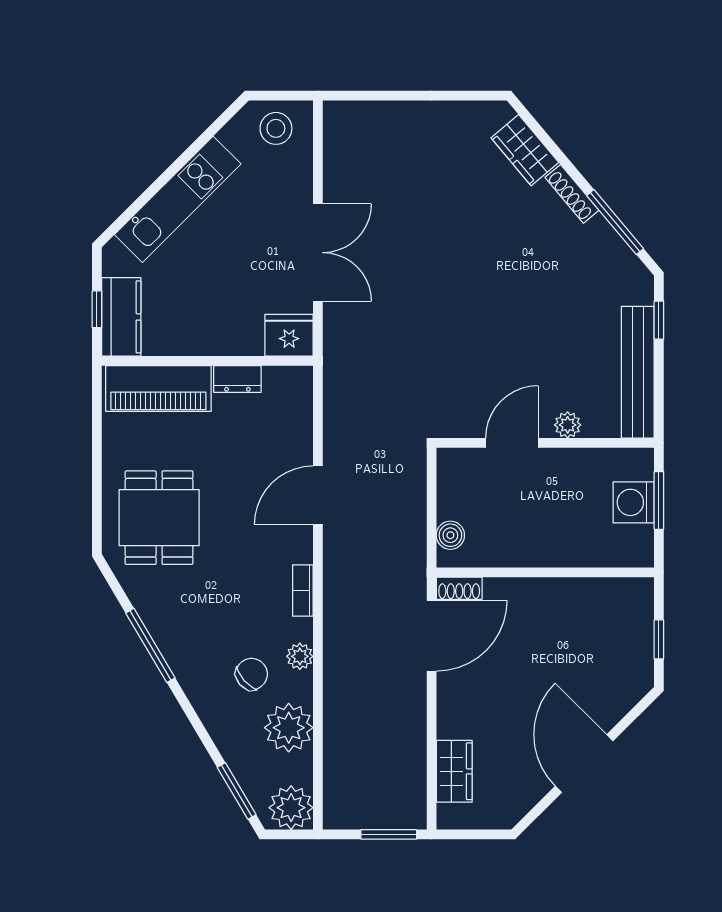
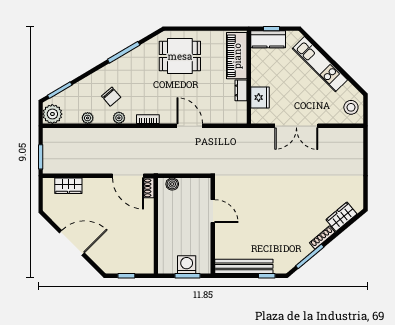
fridge: (289, 335) -> (260, 97), moved
plant: (568, 425) -> (221, 236), removed
plant: (289, 728) -> (88, 118), width x0.53, depth x0.53

